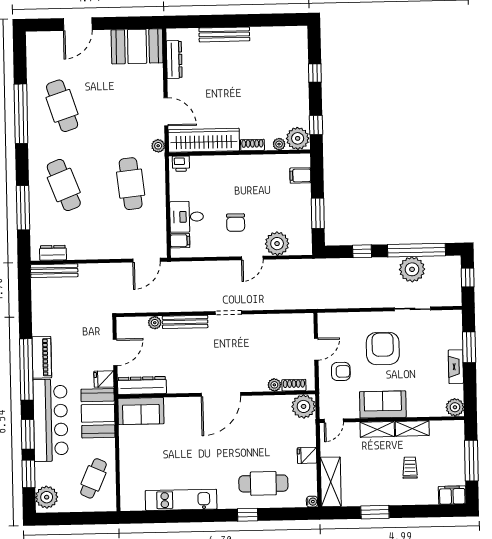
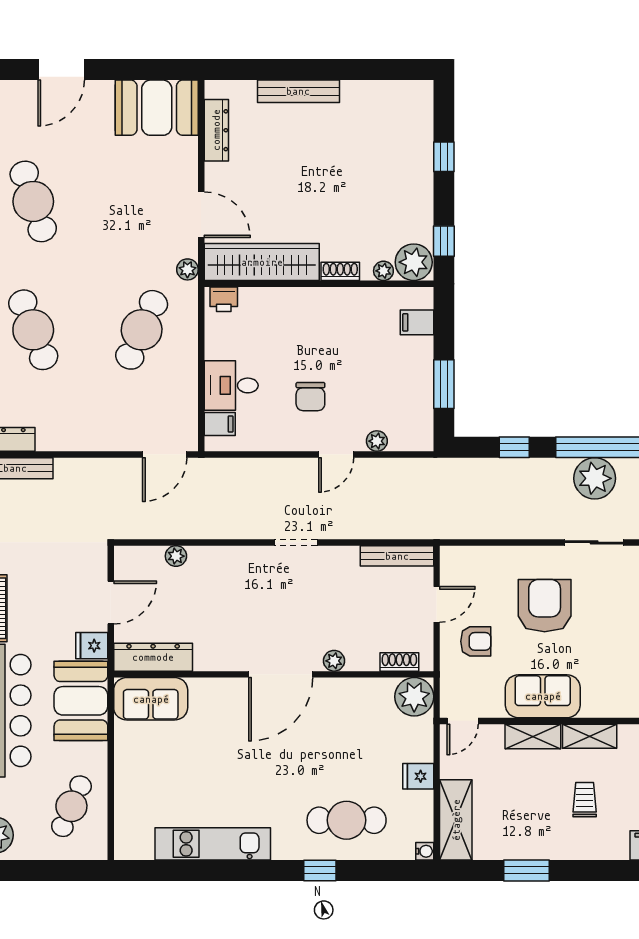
cafe table: (131, 184) -> (142, 330), turned 30
plant: (277, 244) -> (377, 441), width x0.53, depth x0.53
bench: (185, 322) -> (397, 556), moved
plant: (274, 385) -> (334, 661), moved

